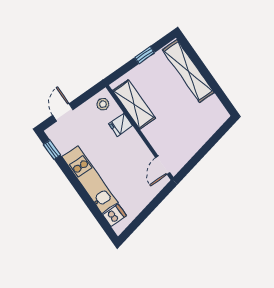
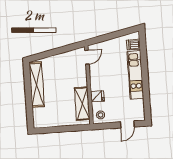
window: (145, 55) -> (58, 129), removed
shelving: (188, 71) -> (37, 85), moved
window: (52, 150) -> (147, 106), removed

